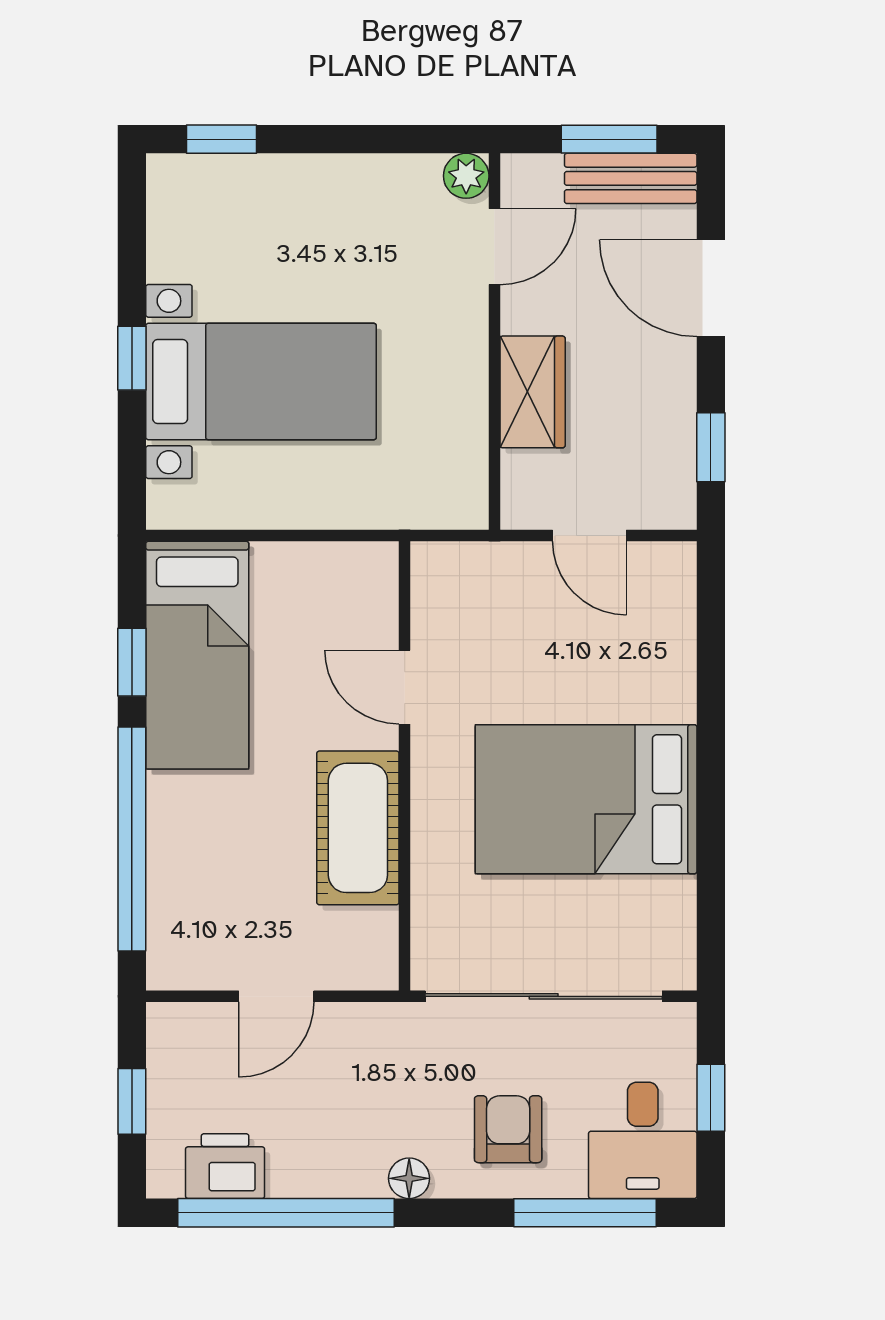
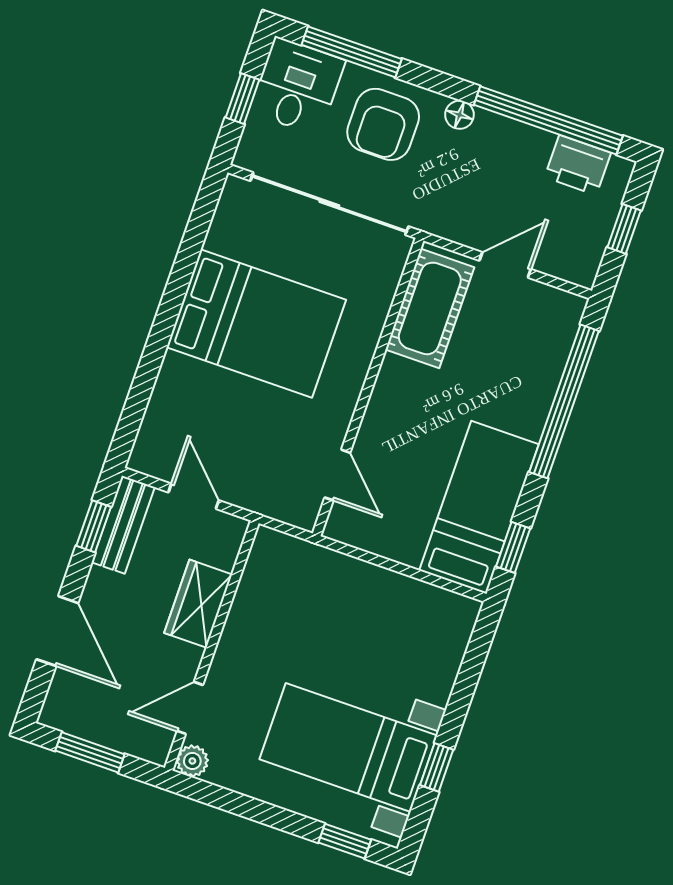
bench: (631, 178) -> (123, 525), moved, turned 90
window: (132, 358) -> (437, 767), moved
bed with nightstands: (261, 382) -> (348, 747), moved
window: (132, 662) -> (513, 547), moved
door: (405, 687) -> (337, 475), moved
cot: (358, 828) -> (430, 308), moved
armchair: (508, 1129) -> (383, 124), width x1.38, depth x1.38

